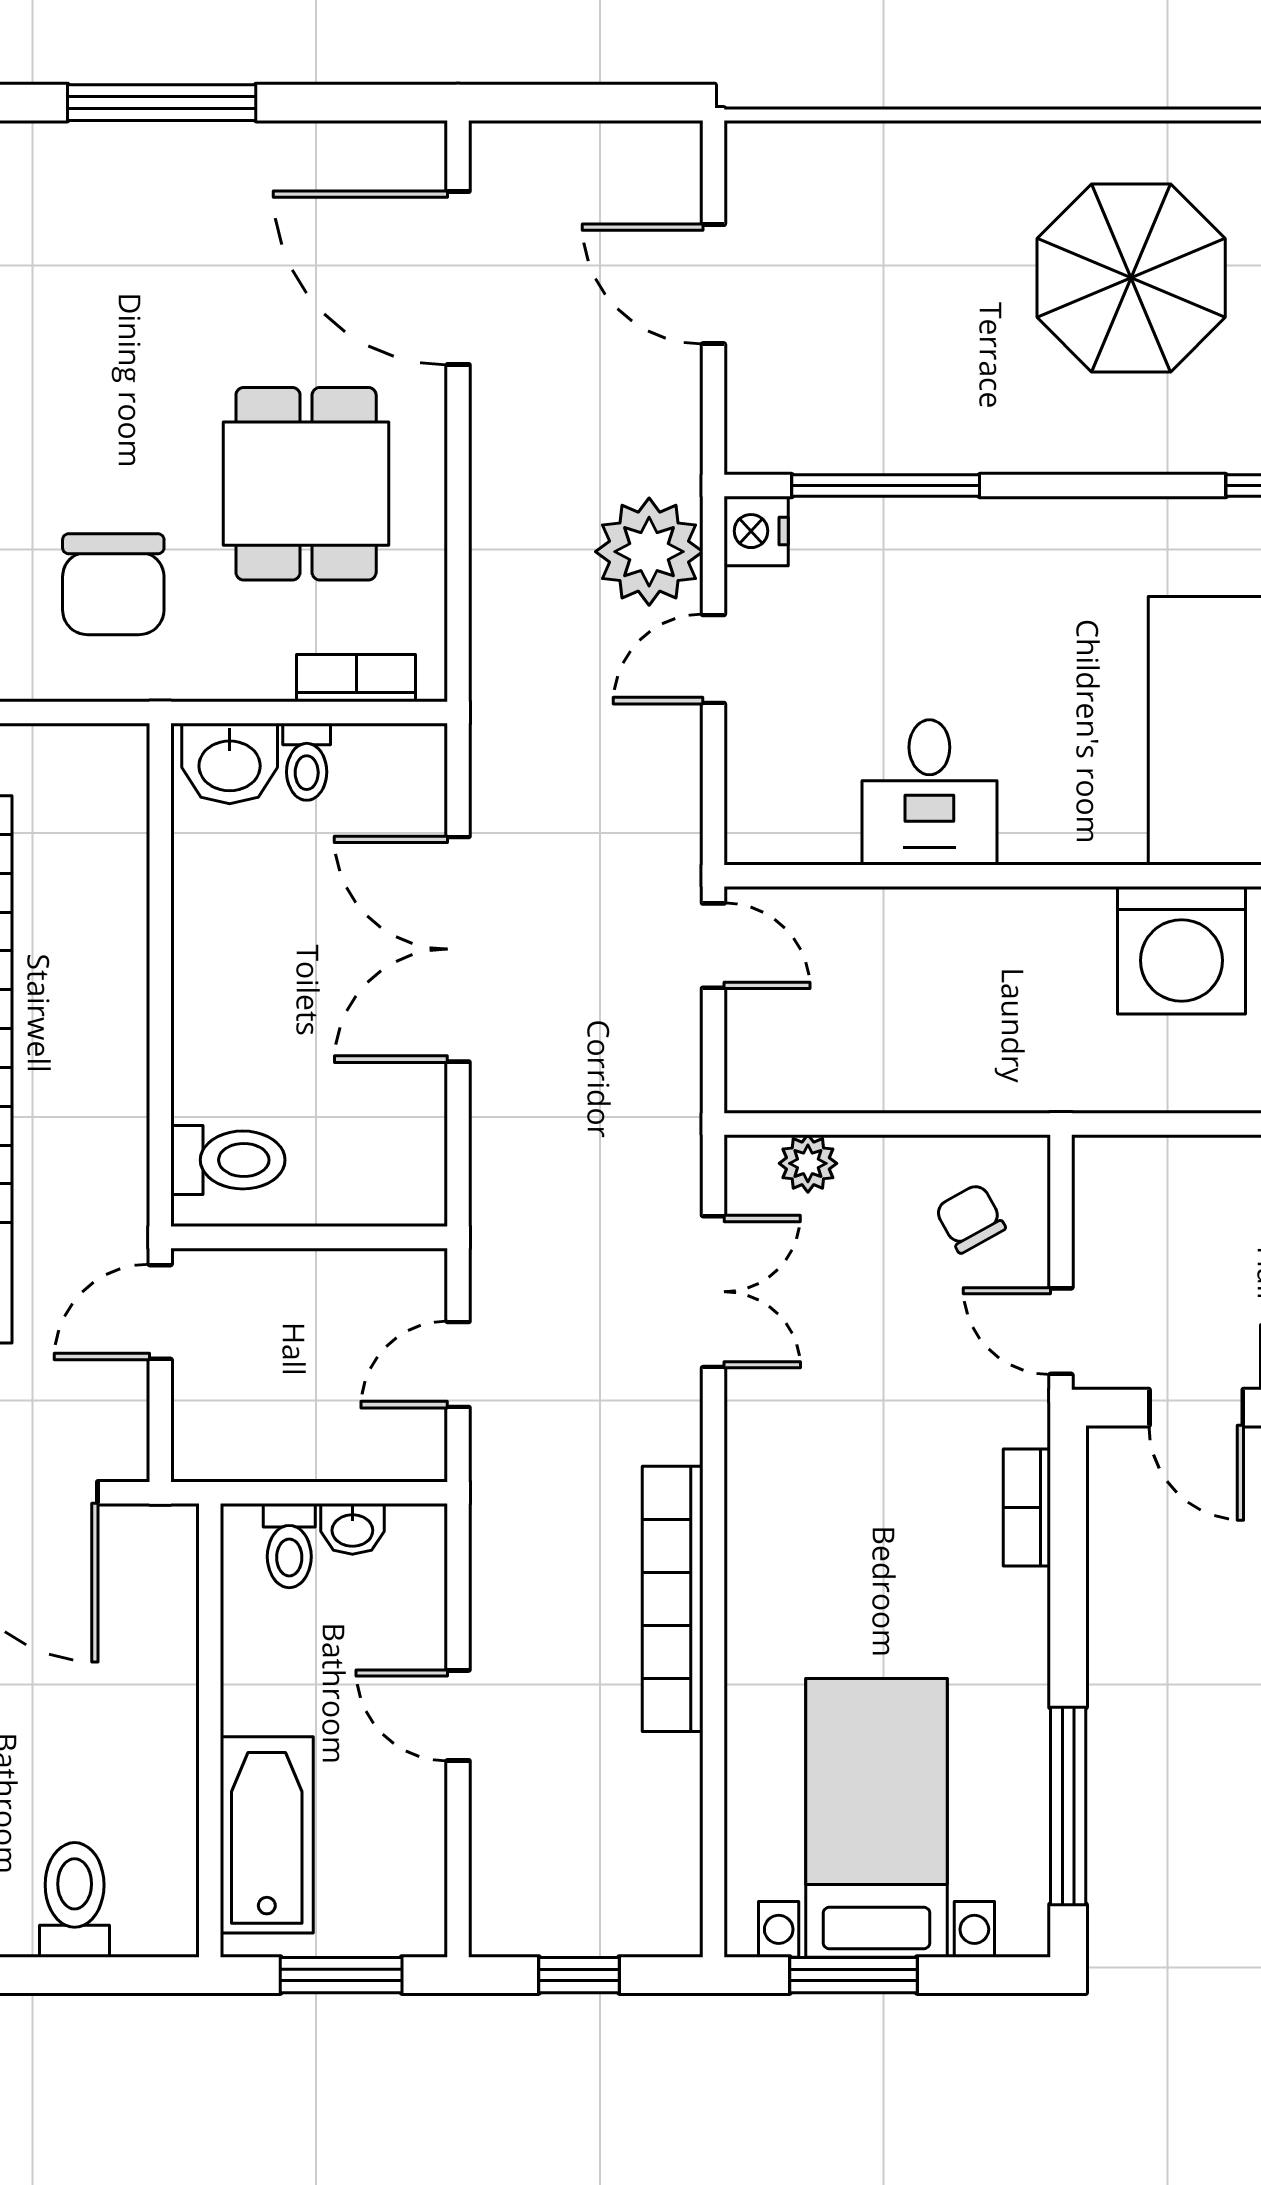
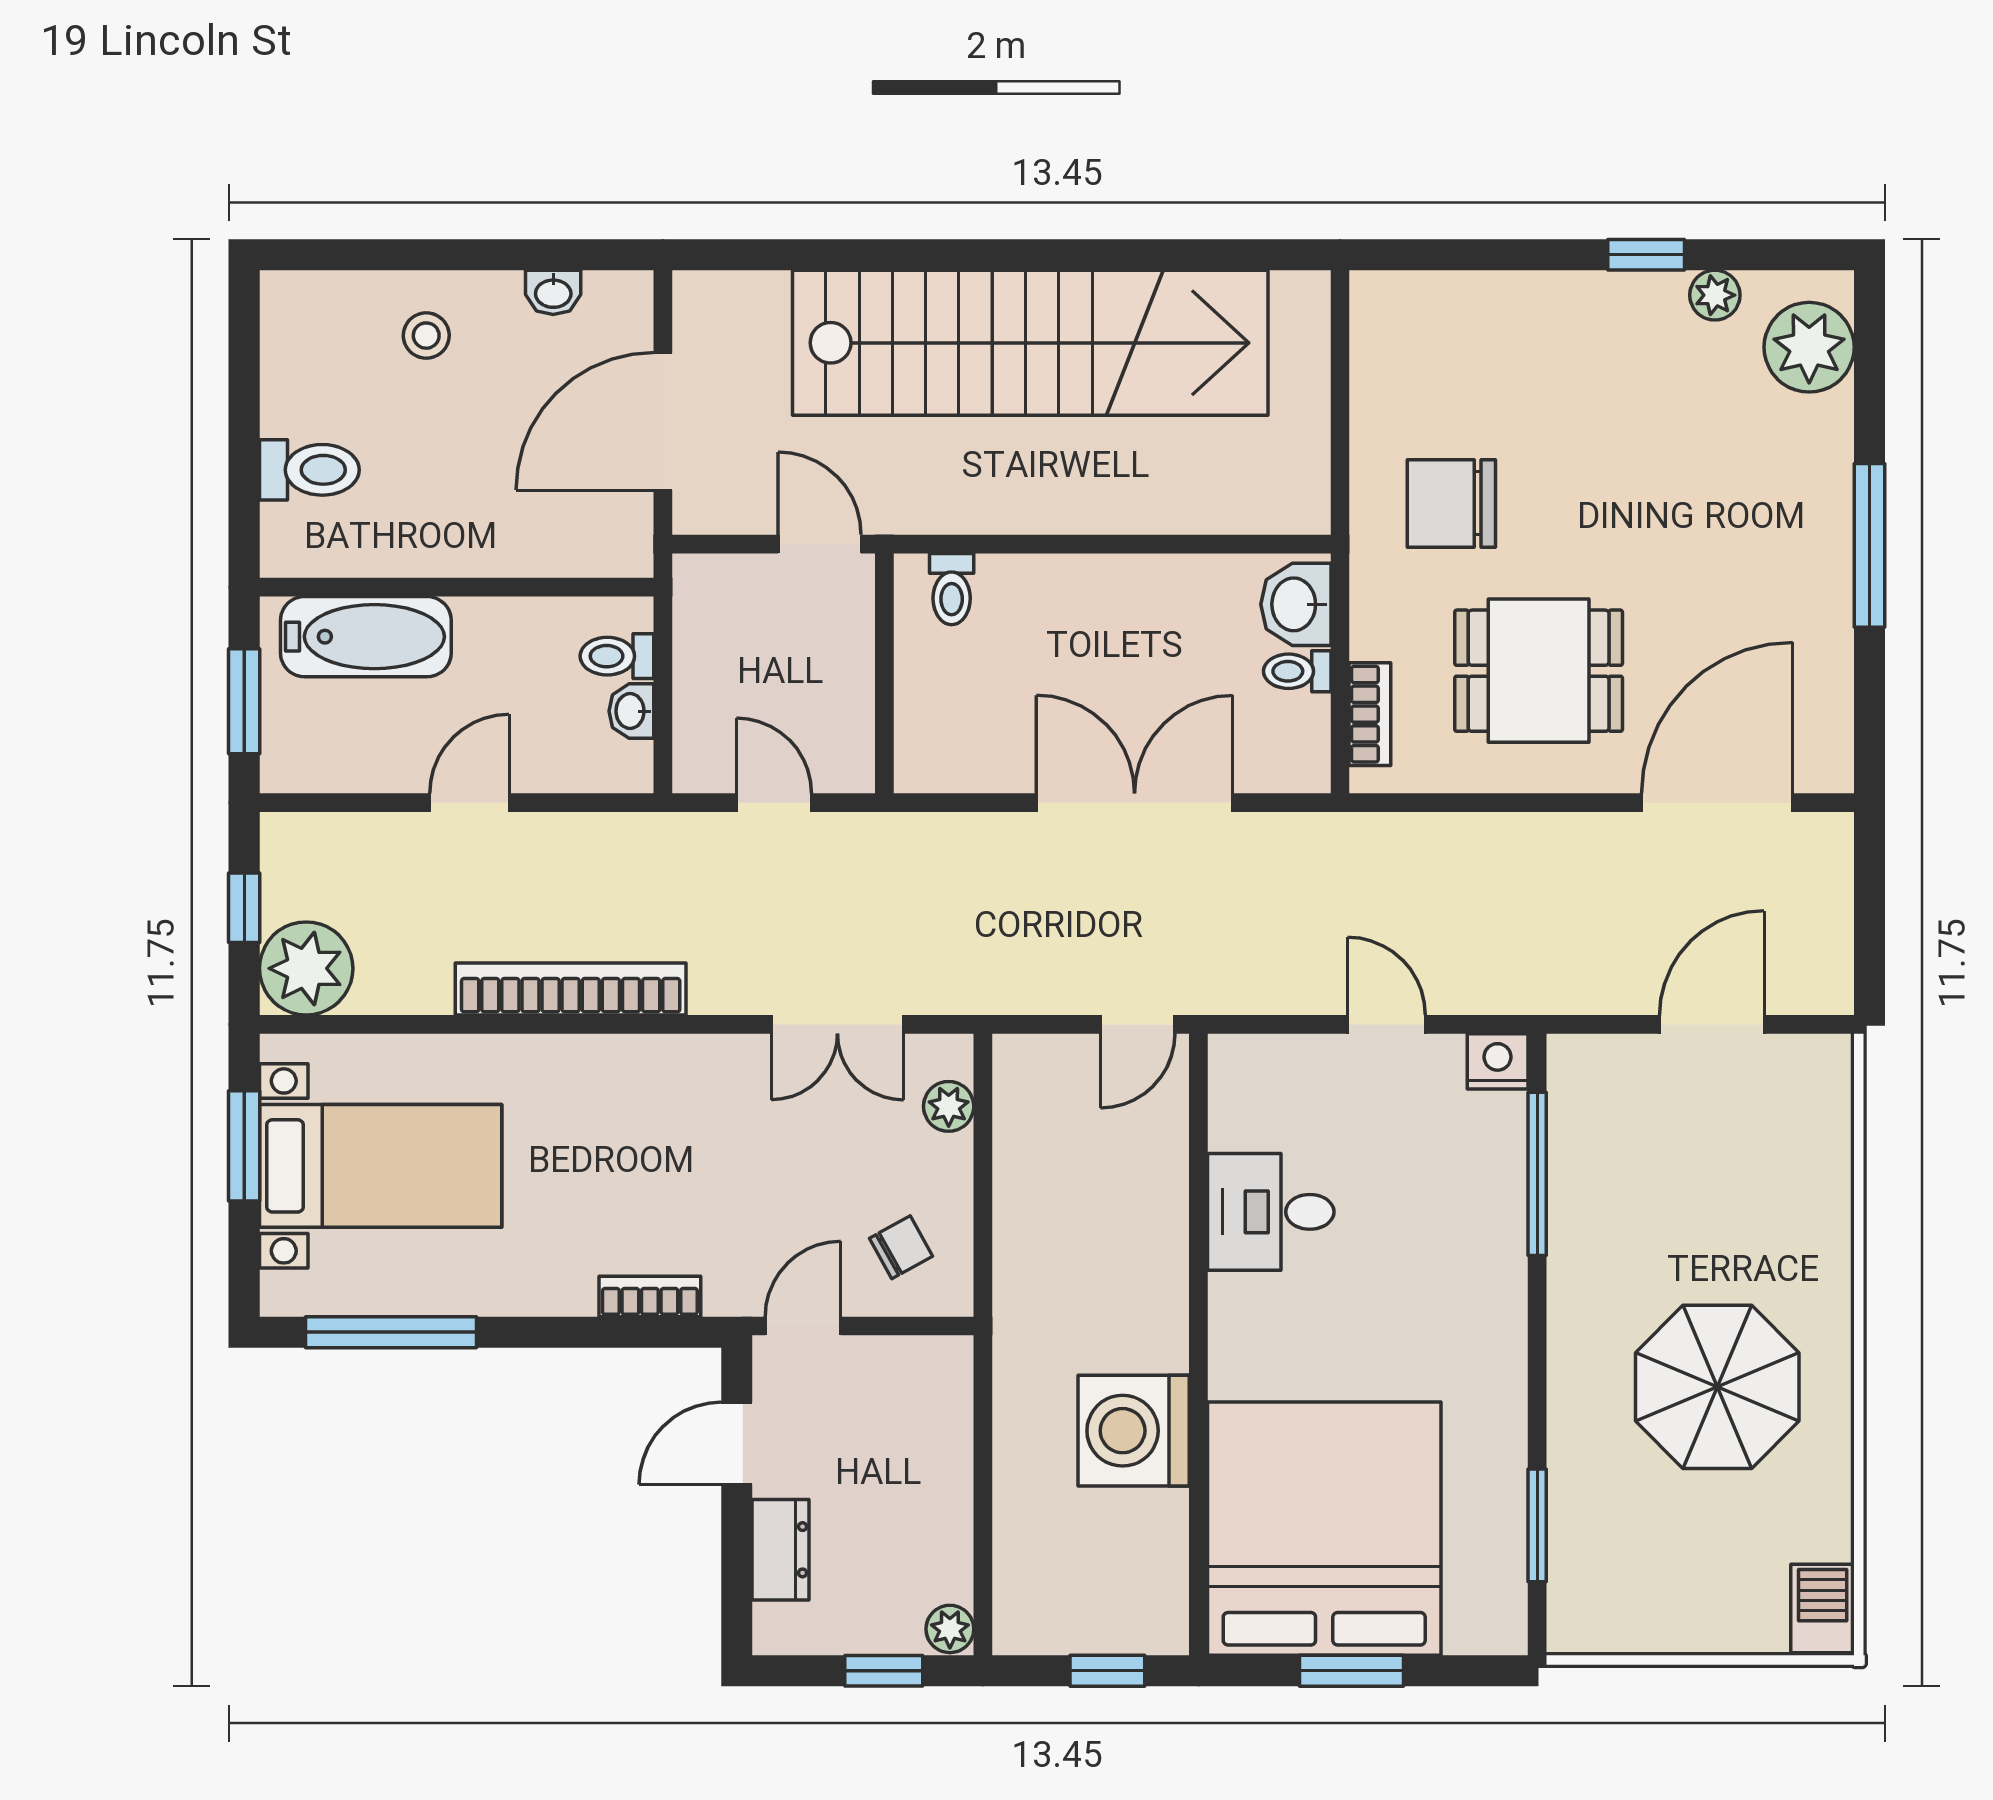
plant: (649, 552) -> (306, 968), moved
toilet: (228, 1160) -> (952, 589), width x0.73, depth x0.72

